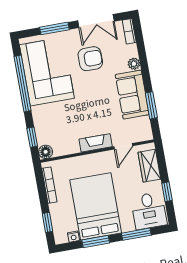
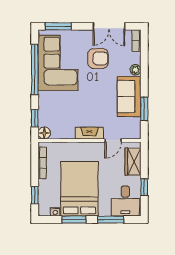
window: (54, 28) -> (58, 26), moved

